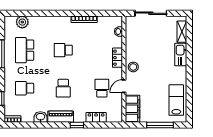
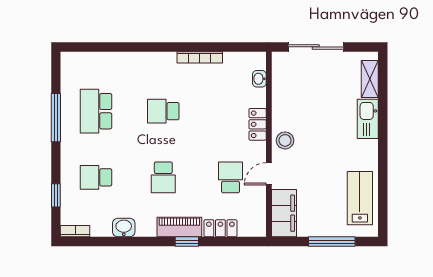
plant: (22, 22) -> (92, 62), removed
piano: (61, 117) -> (179, 227), moved

